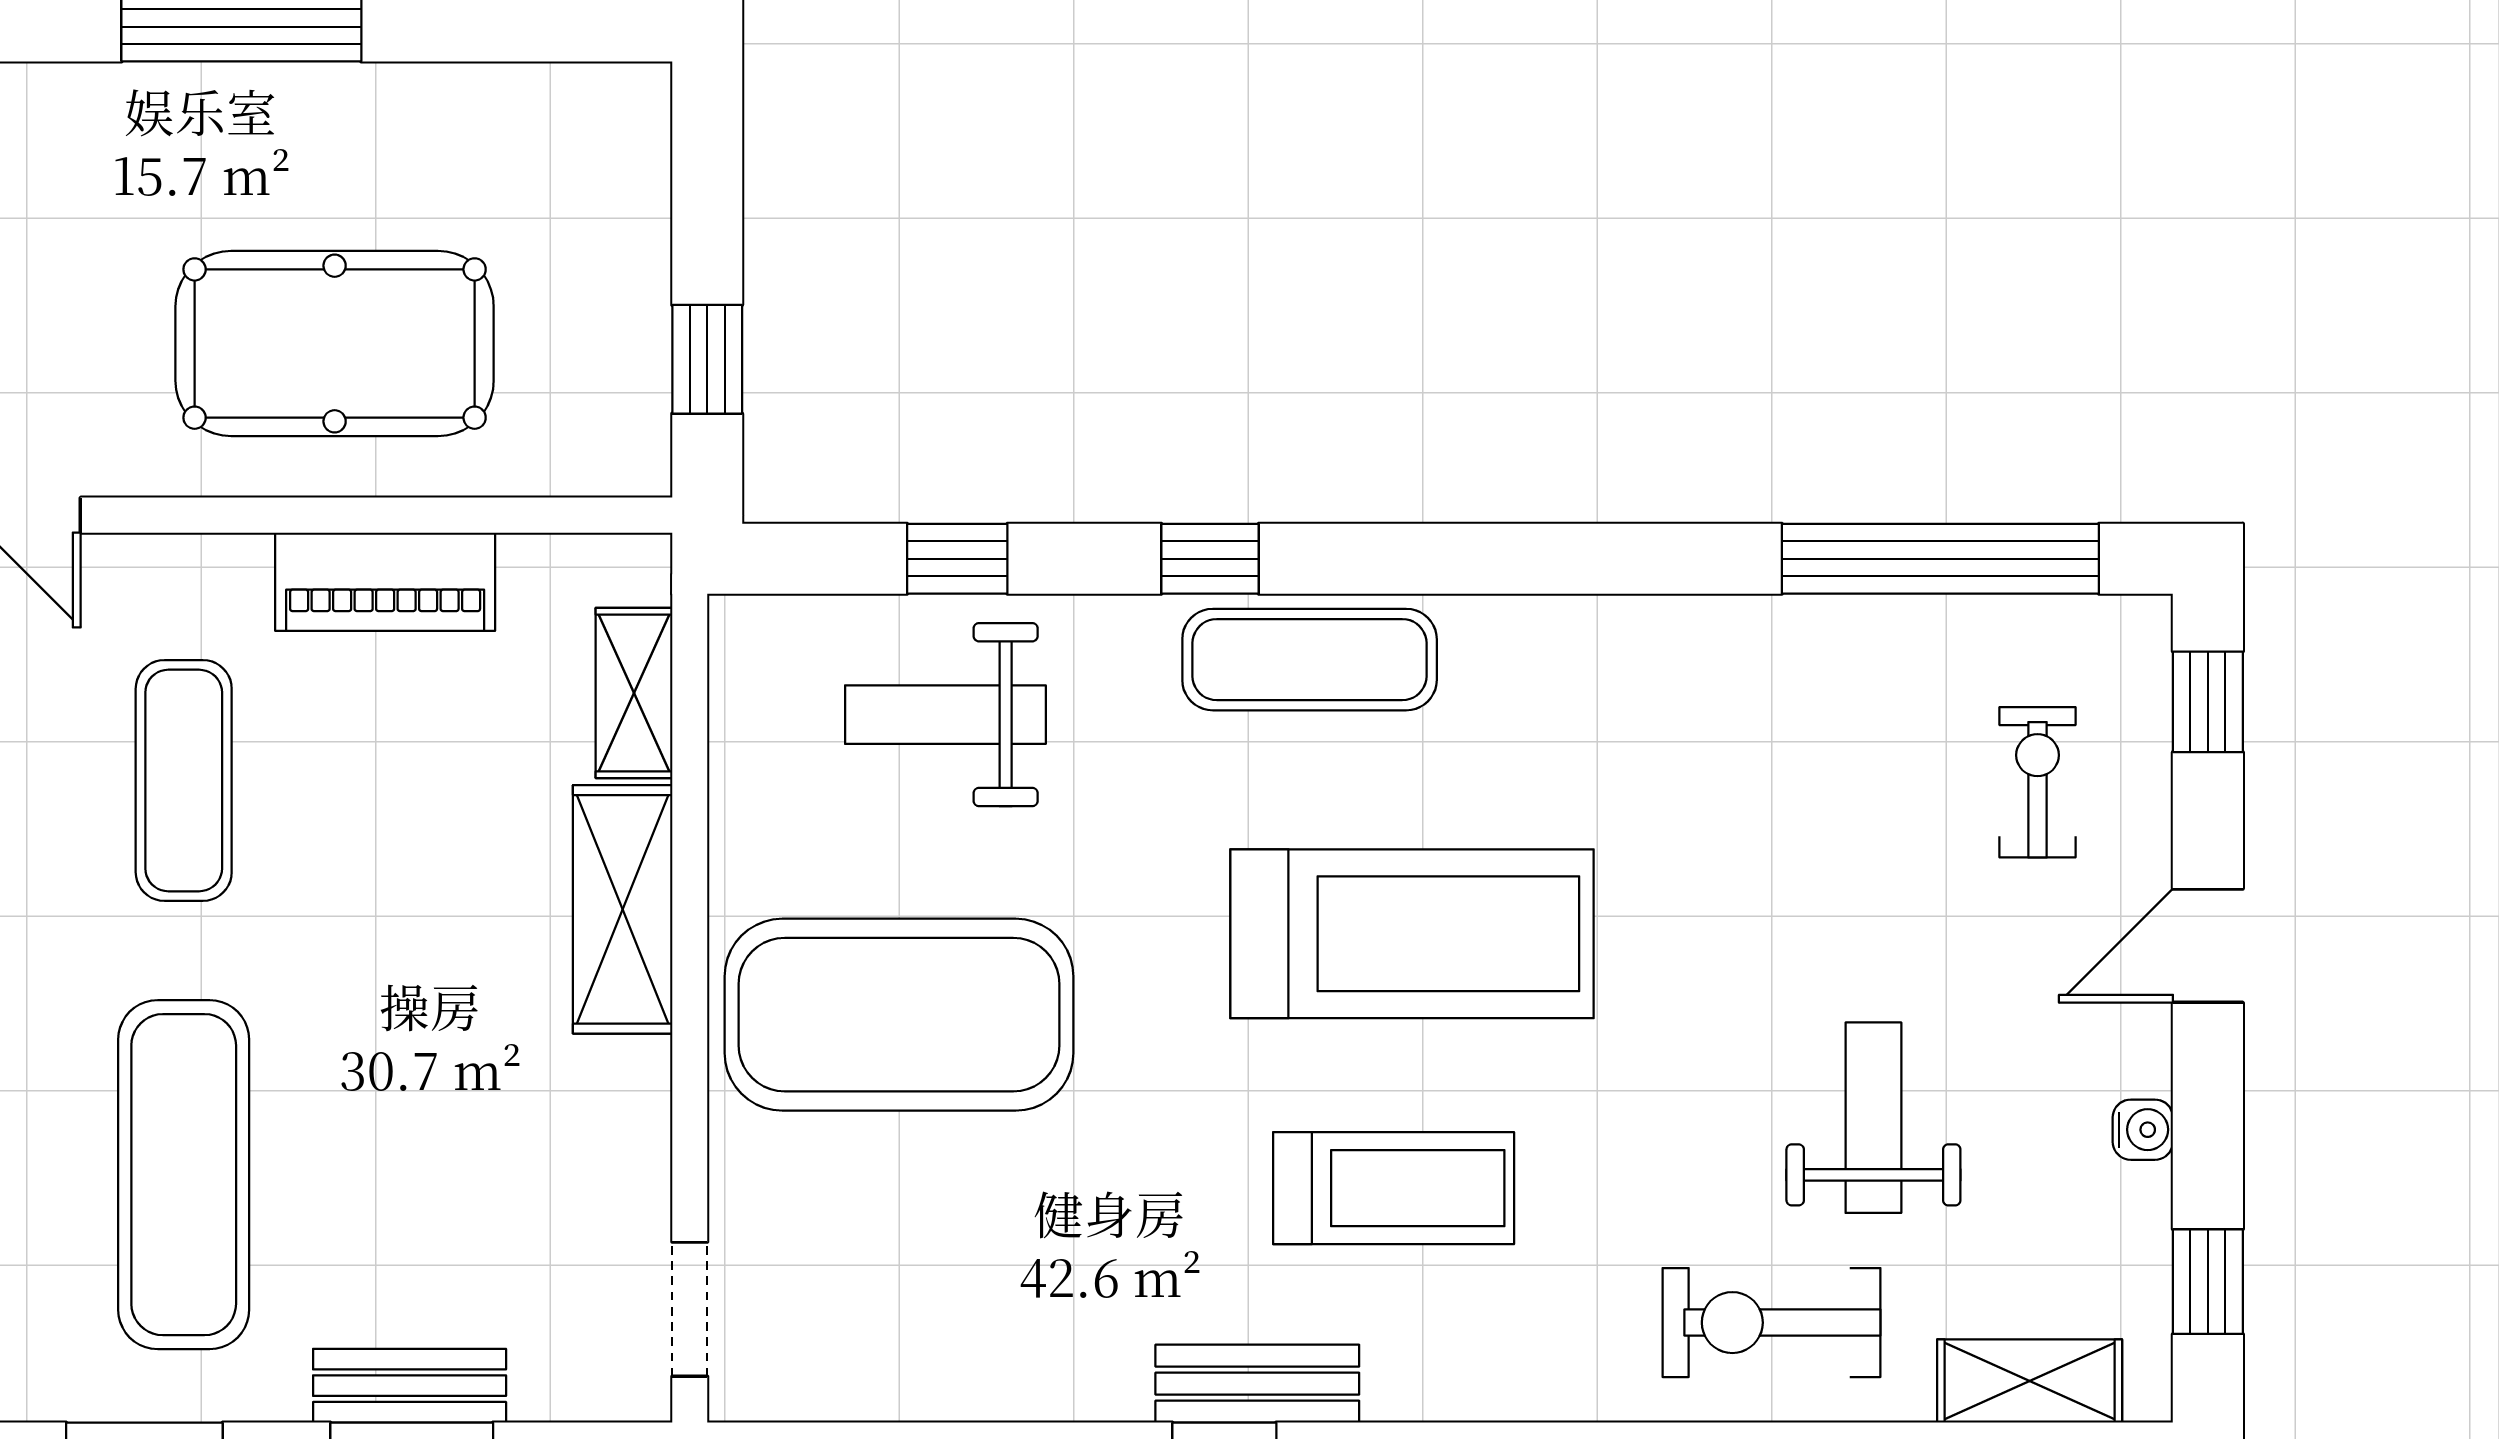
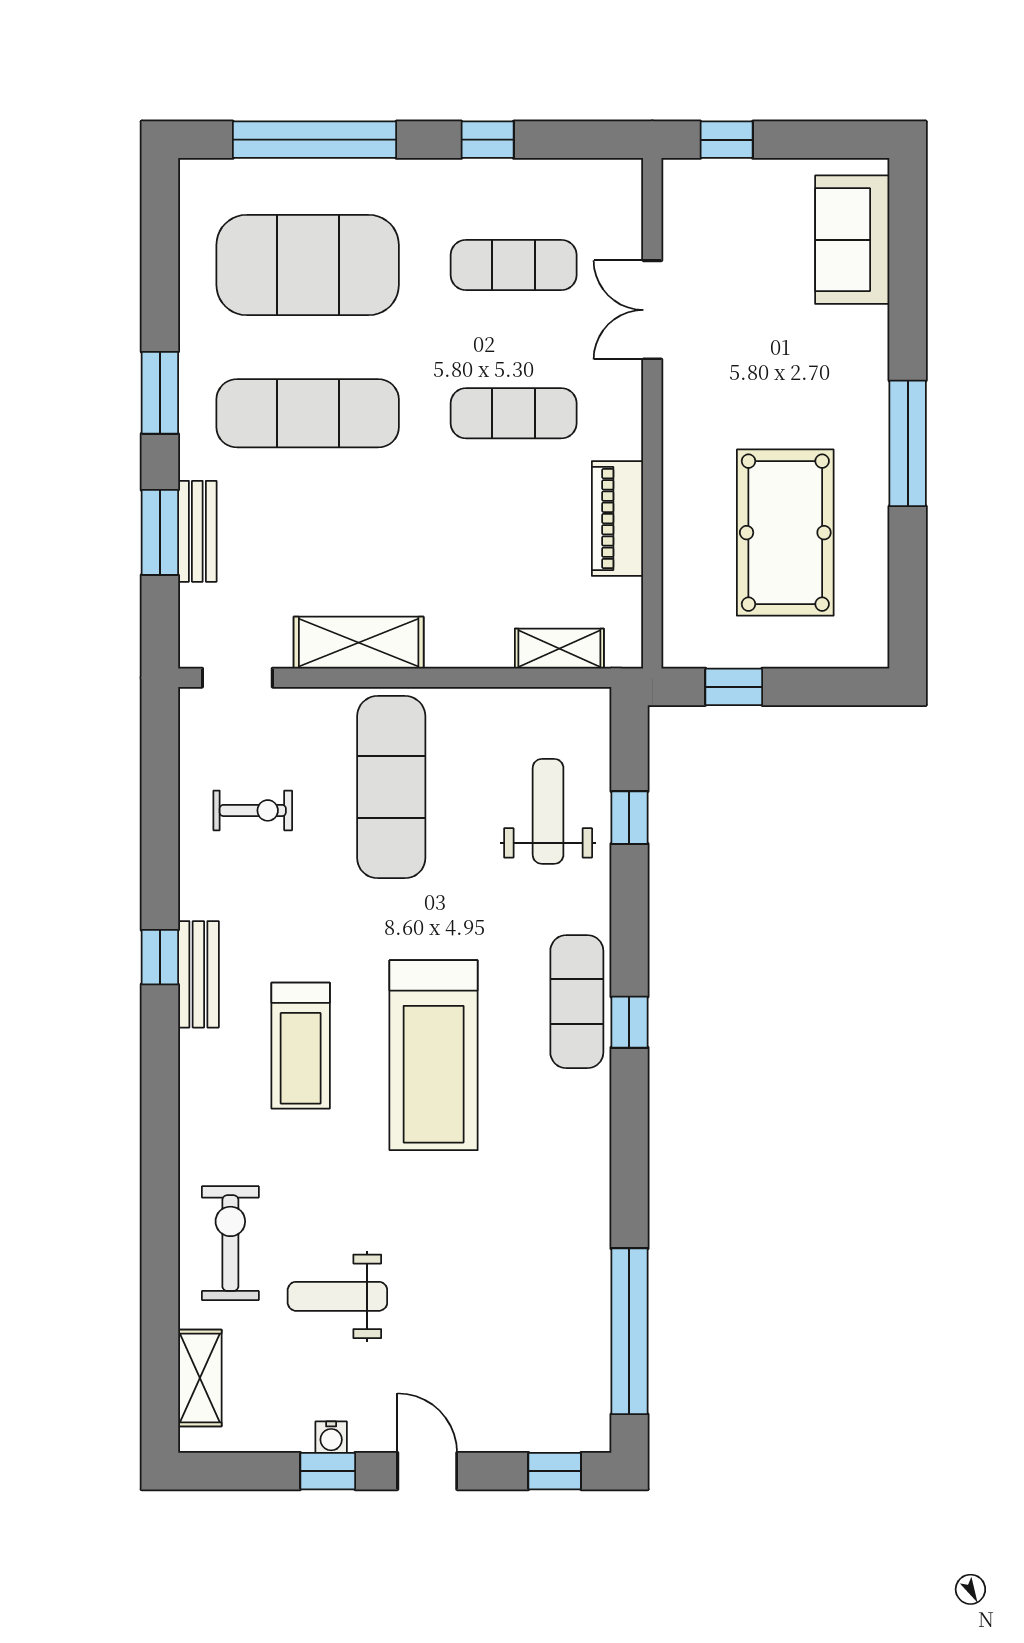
pool table: (335, 344) -> (785, 533), moved
window: (1210, 559) -> (629, 1022), moved
exercise bike: (2037, 782) -> (253, 810), moved
shelving: (623, 909) -> (359, 643), moved
exercise mat: (899, 1015) -> (391, 787), width x0.68
weight bench: (1873, 1118) -> (337, 1296), turned 180
window: (2208, 1282) -> (328, 1471), moved

